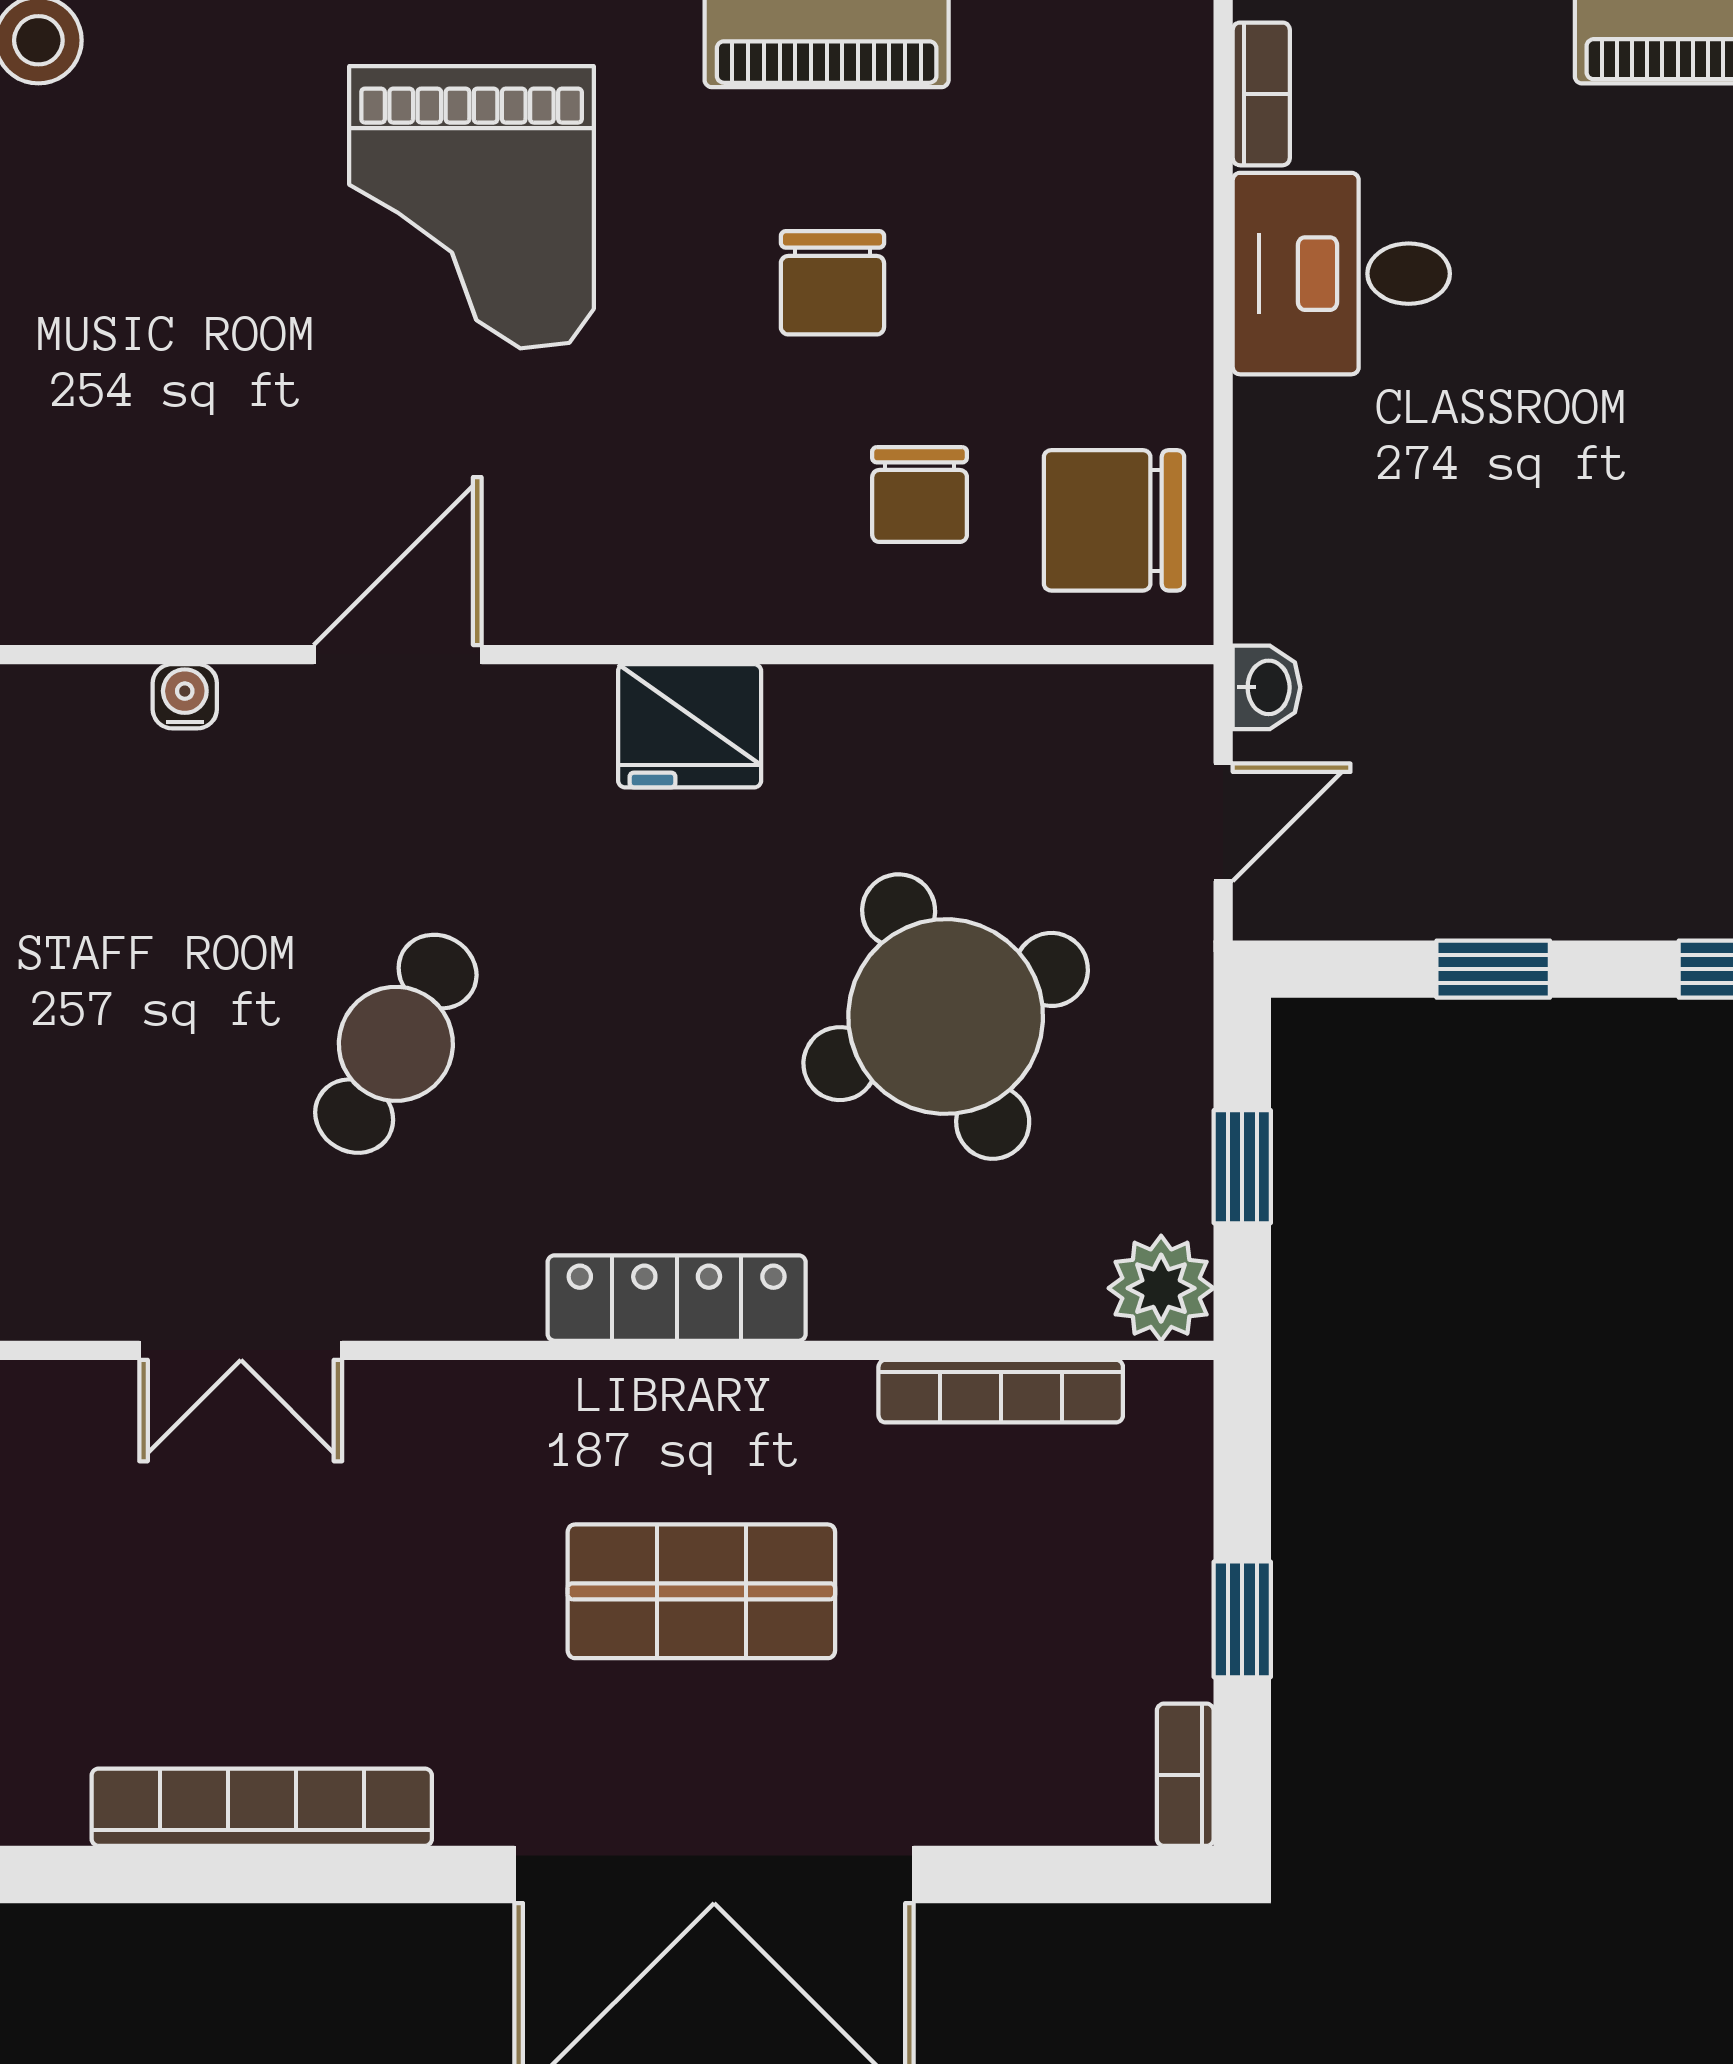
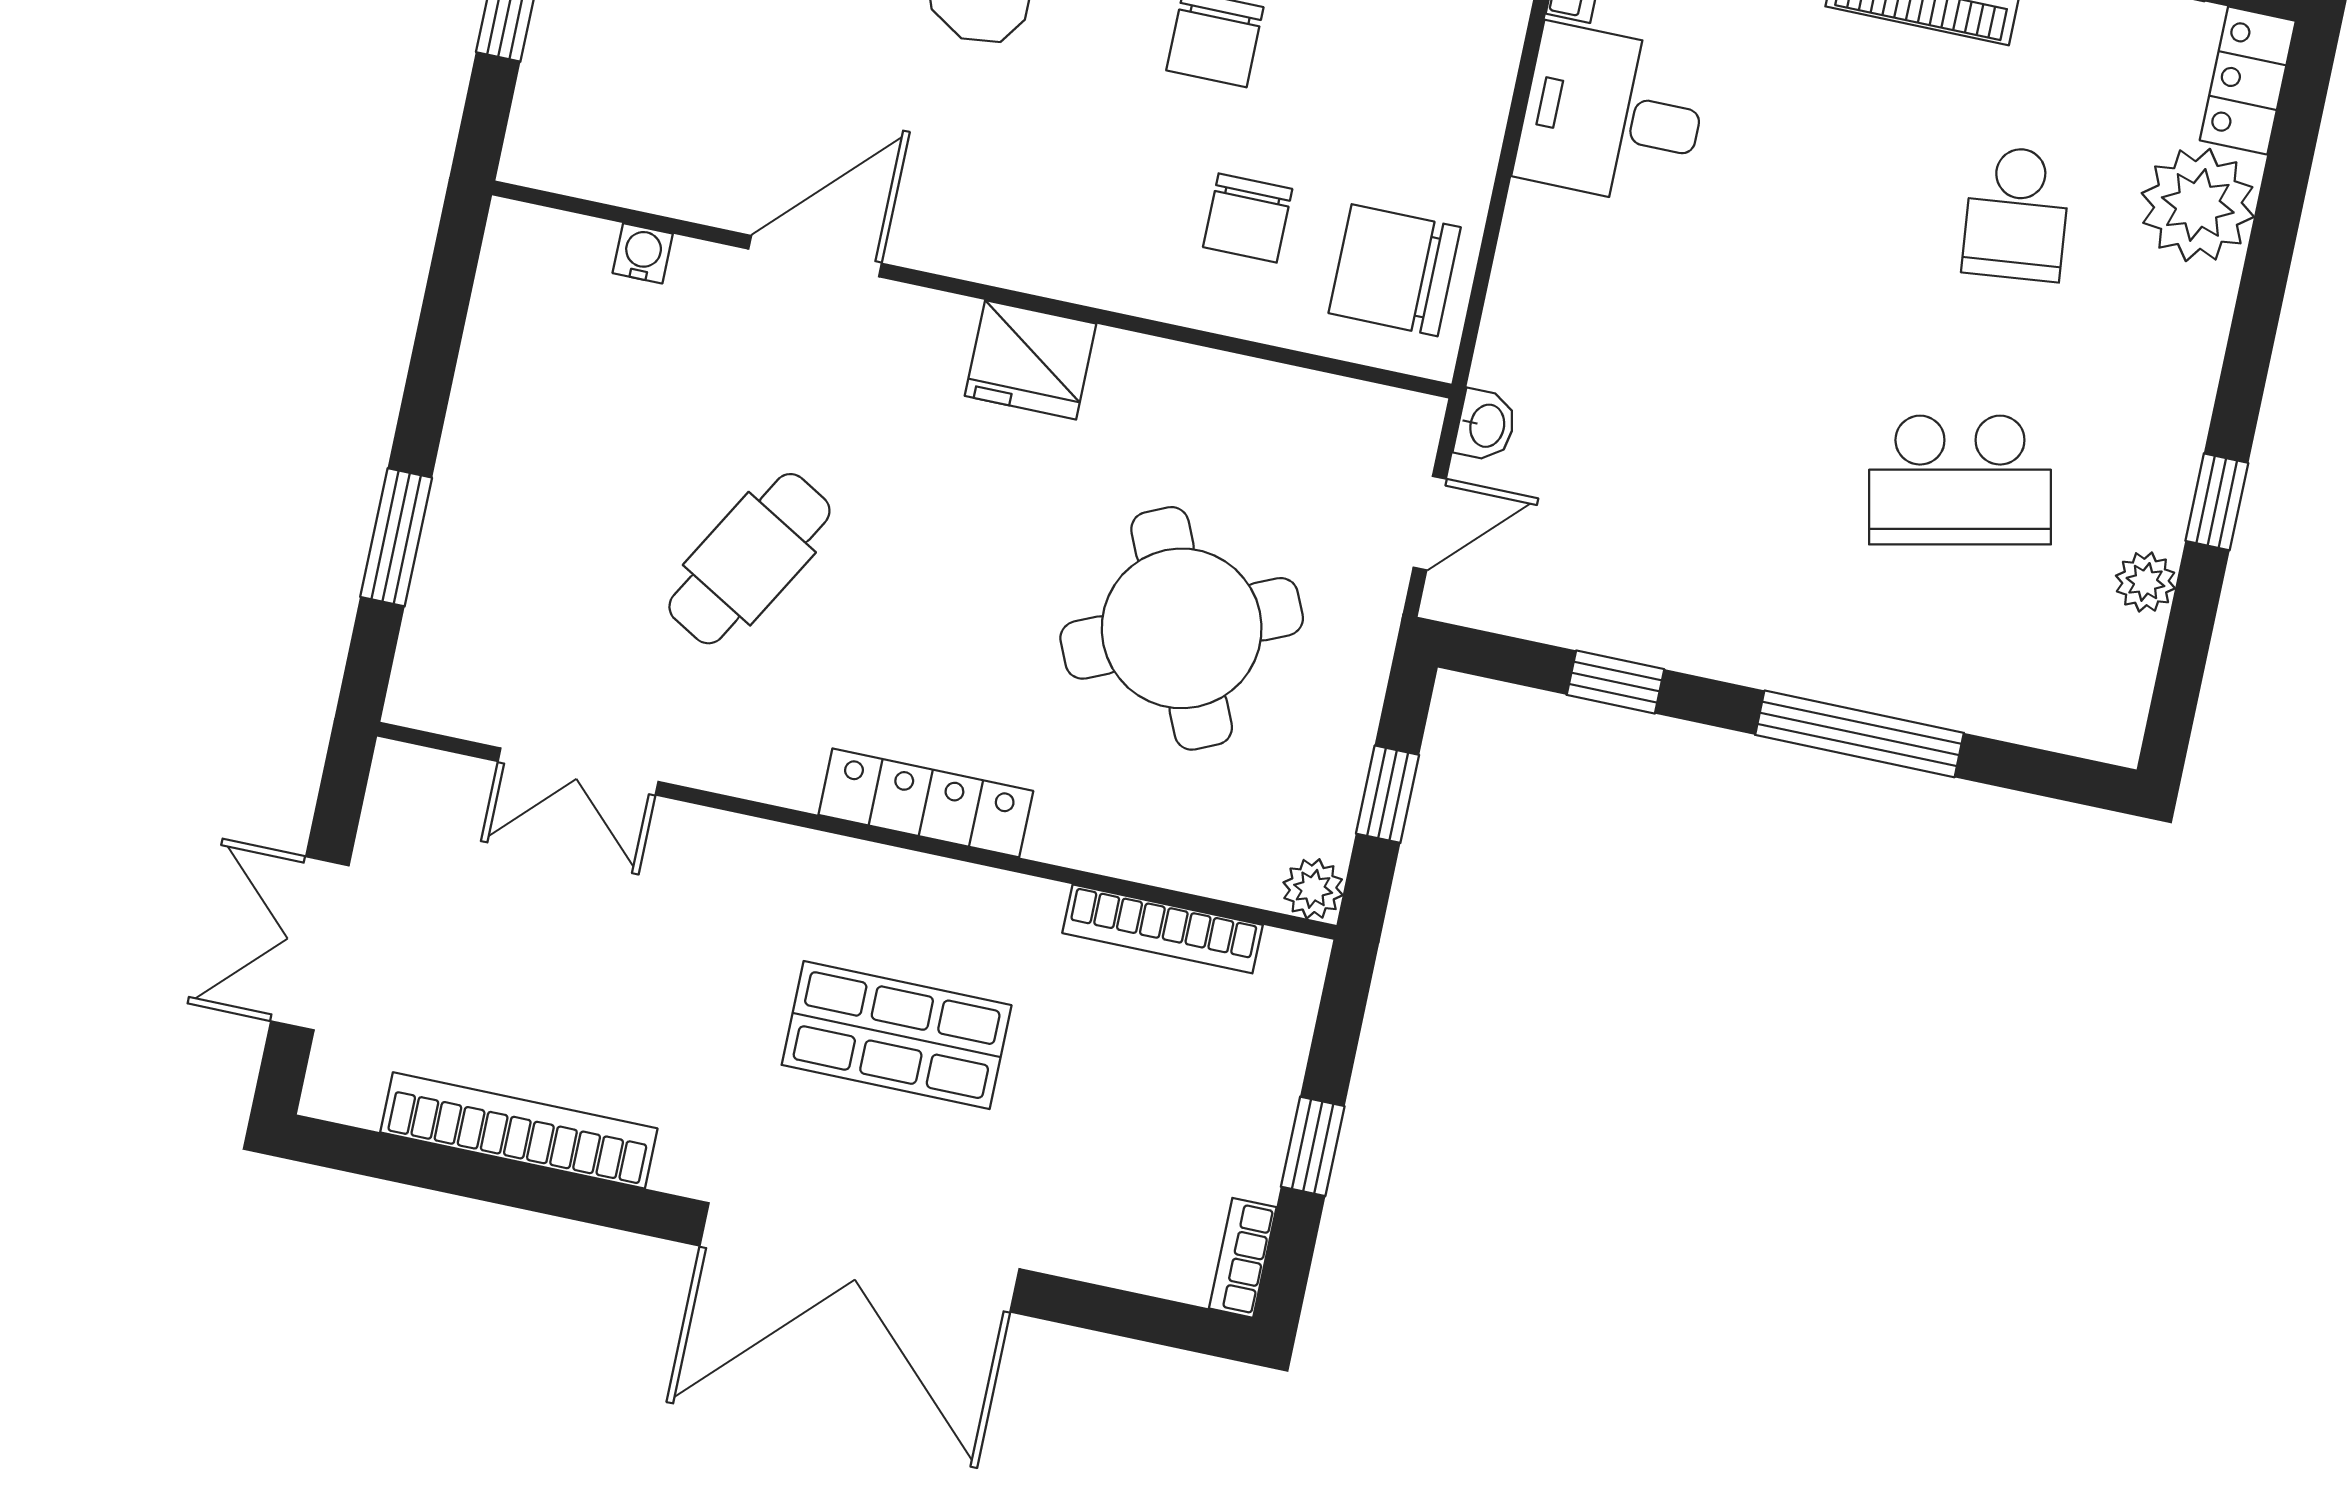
plant: (1161, 1288) -> (1313, 889), width x0.73, depth x0.73

